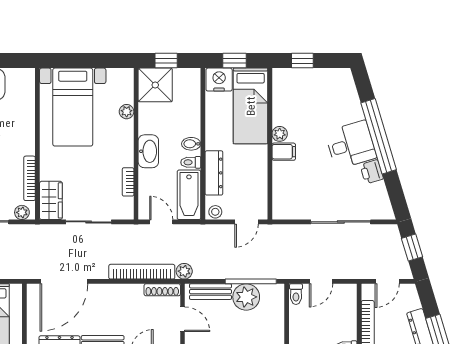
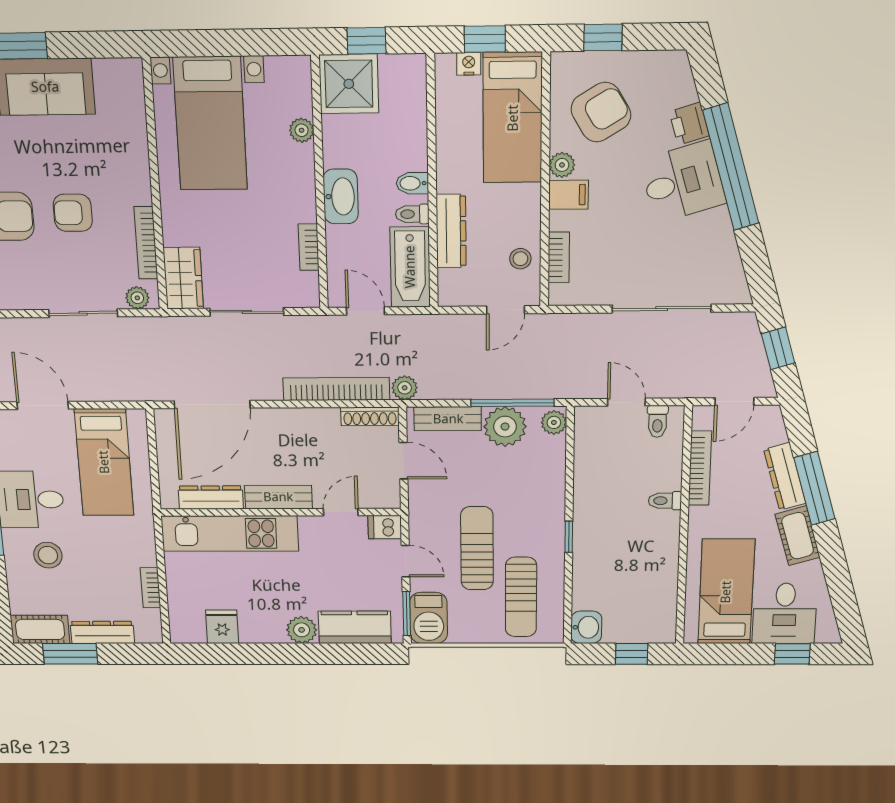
nightstand: (219, 80) -> (469, 64), width x0.53, depth x0.56
armchair: (302, 103) -> (601, 112), added
printer: (372, 172) -> (689, 124), moved
bookcase: (278, 190) -> (559, 257), added
stool: (215, 212) -> (520, 259), moved
door: (321, 281) -> (626, 402), swing flipped
plant: (276, 294) -> (554, 422), added
toilet: (296, 294) -> (658, 421), moved

